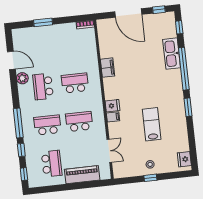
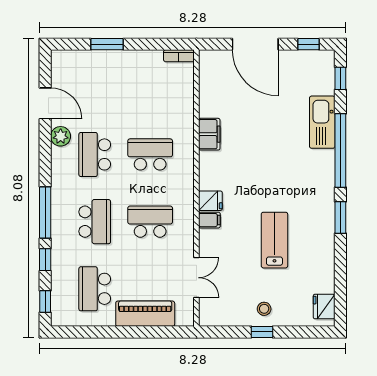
school desk: (47, 125) -> (95, 222), turned 90
school desk: (52, 164) -> (95, 289), turned 180

